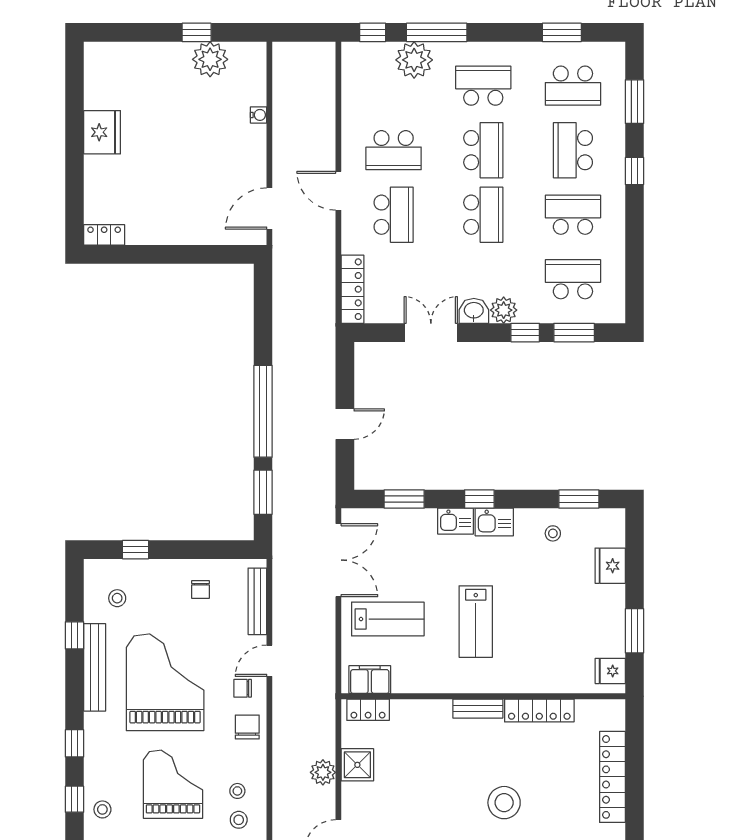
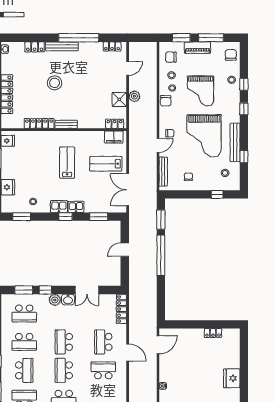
locker: (104, 235) -> (213, 333), moved
chair: (247, 727) -> (166, 101), moved

